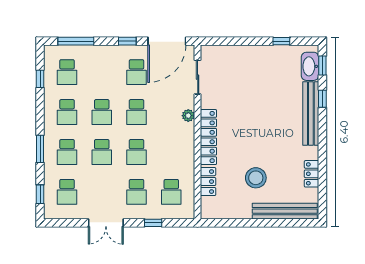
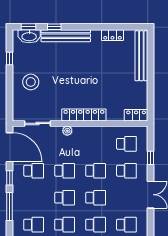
window: (76, 41) -> (10, 206), moved
stool: (256, 178) -> (31, 82), moved
locker: (208, 182) -> (136, 115), moved

